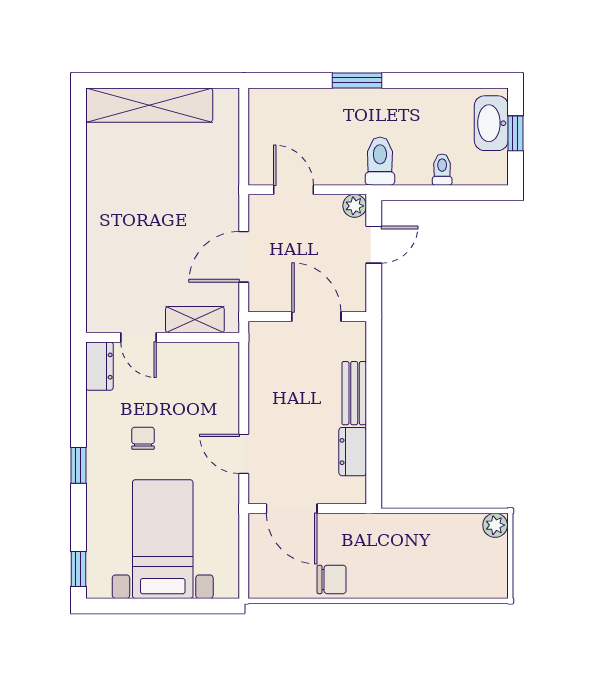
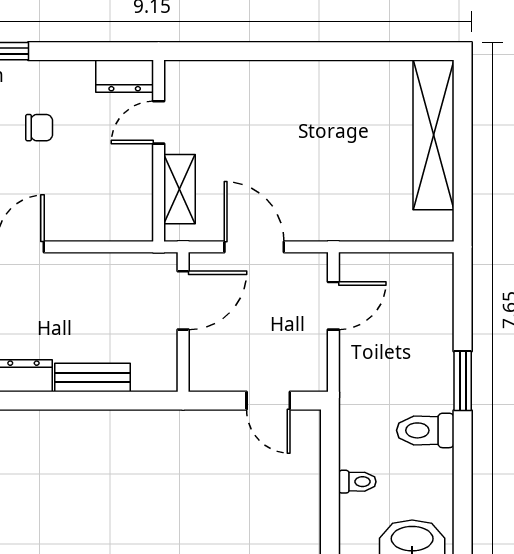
toilet: (380, 161) -> (425, 430), moved, turned 180
plant: (355, 206) -> (314, 378), removed
door: (316, 317) -> (183, 300), moved

